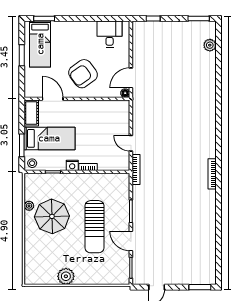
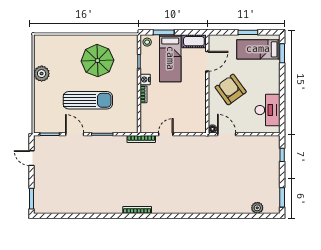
desk: (110, 34) -> (268, 110), width x1.37
plant: (29, 206) -> (107, 39), removed
sun lounger: (94, 227) -> (88, 100), turned 180
door: (131, 241) -> (75, 134), hinge flipped

